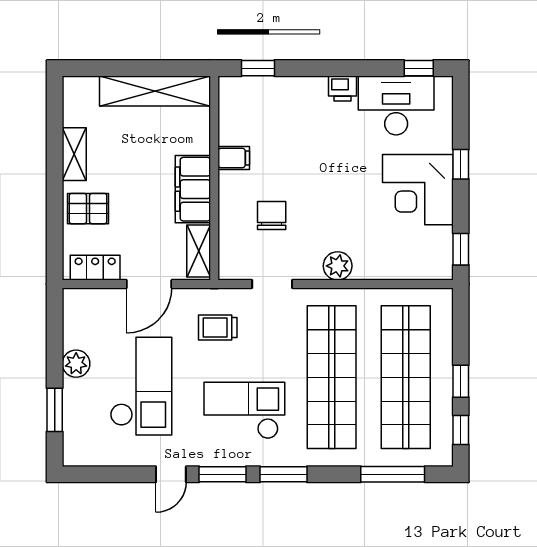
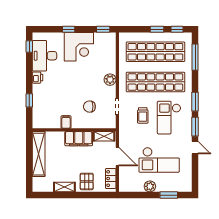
window: (258, 68) -> (29, 100), moved
trolley: (218, 327) -> (143, 116), moved
checkout: (141, 386) -> (159, 160), turned 180

